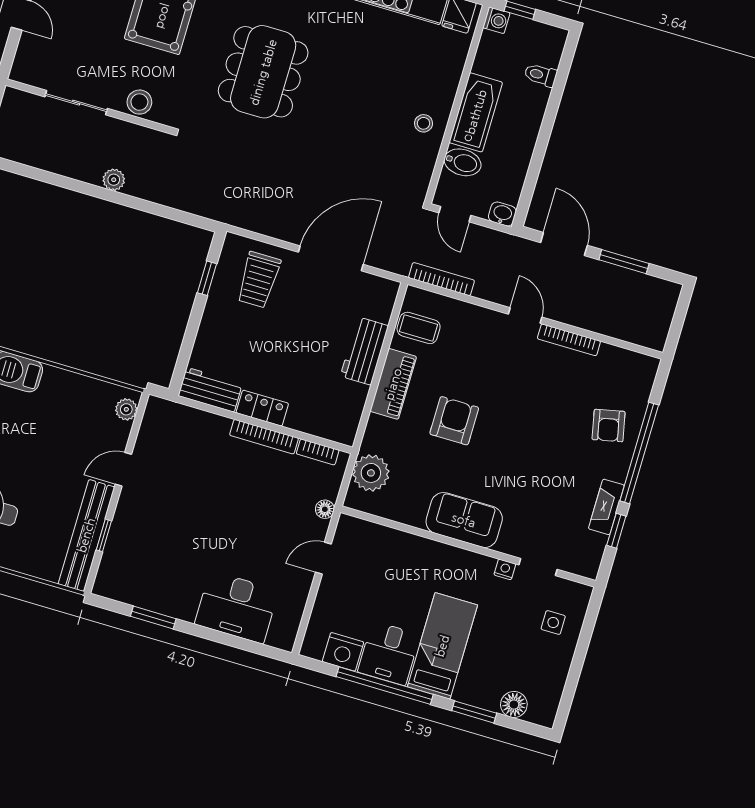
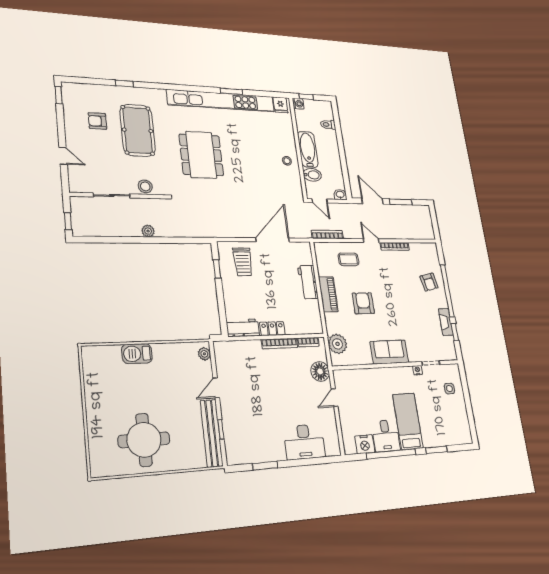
coffee table: (419, 328) -> (348, 259), moved
floor lamp: (325, 509) -> (320, 371), width x1.89, depth x1.89
floor lamp: (514, 705) -> (451, 438), removed

